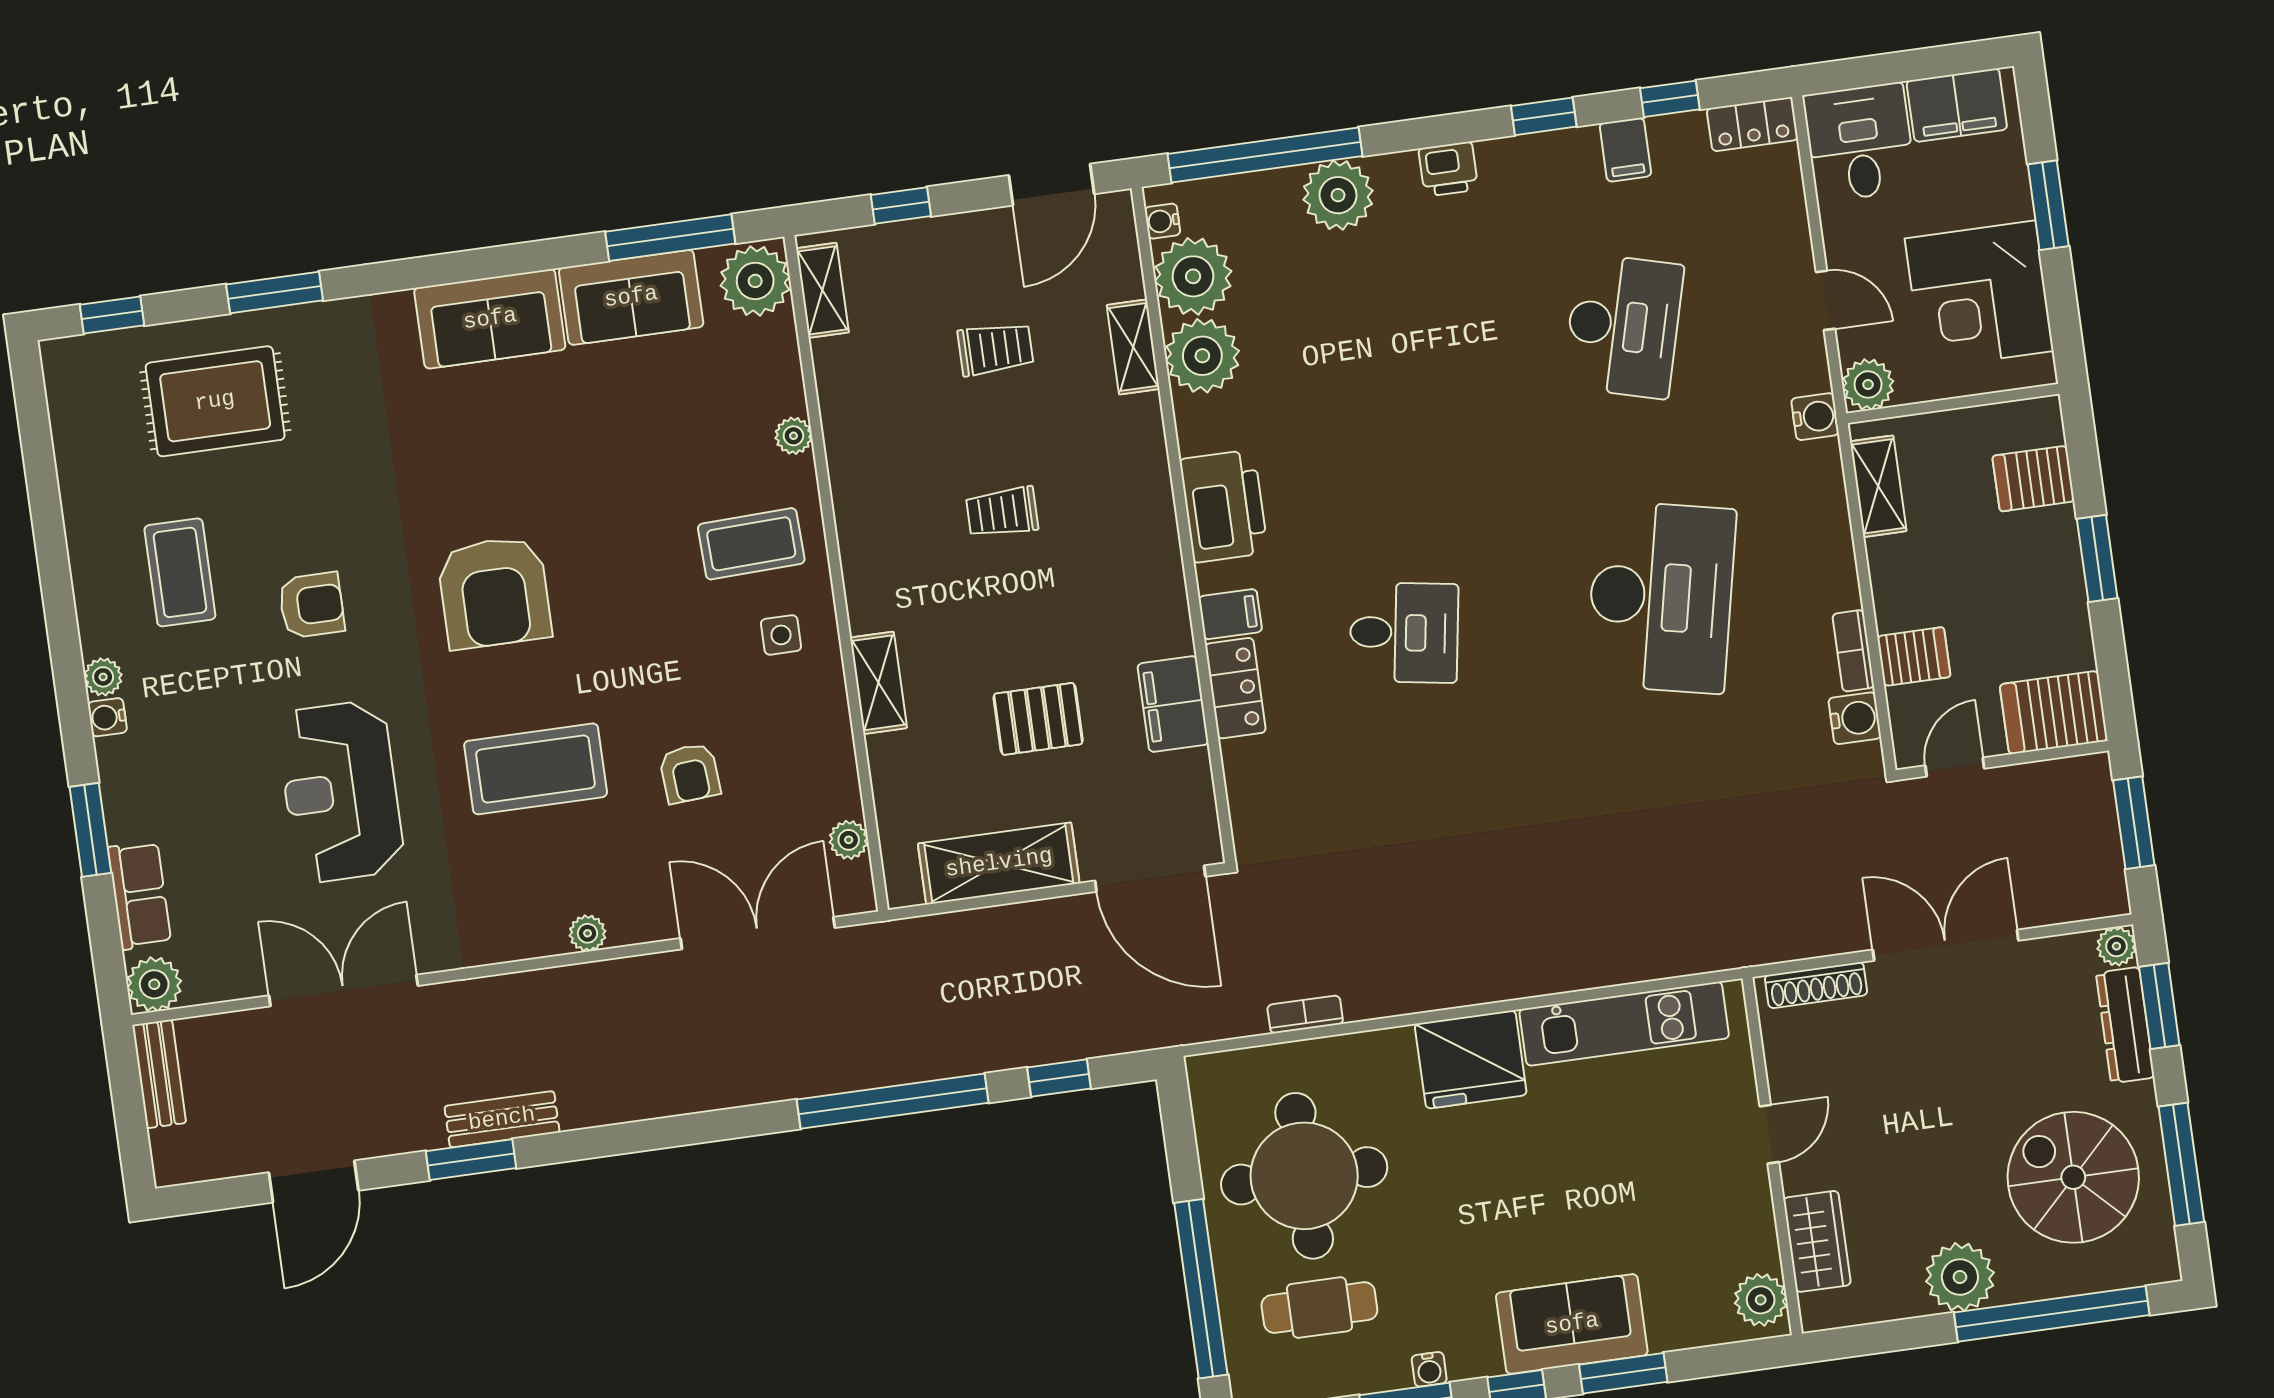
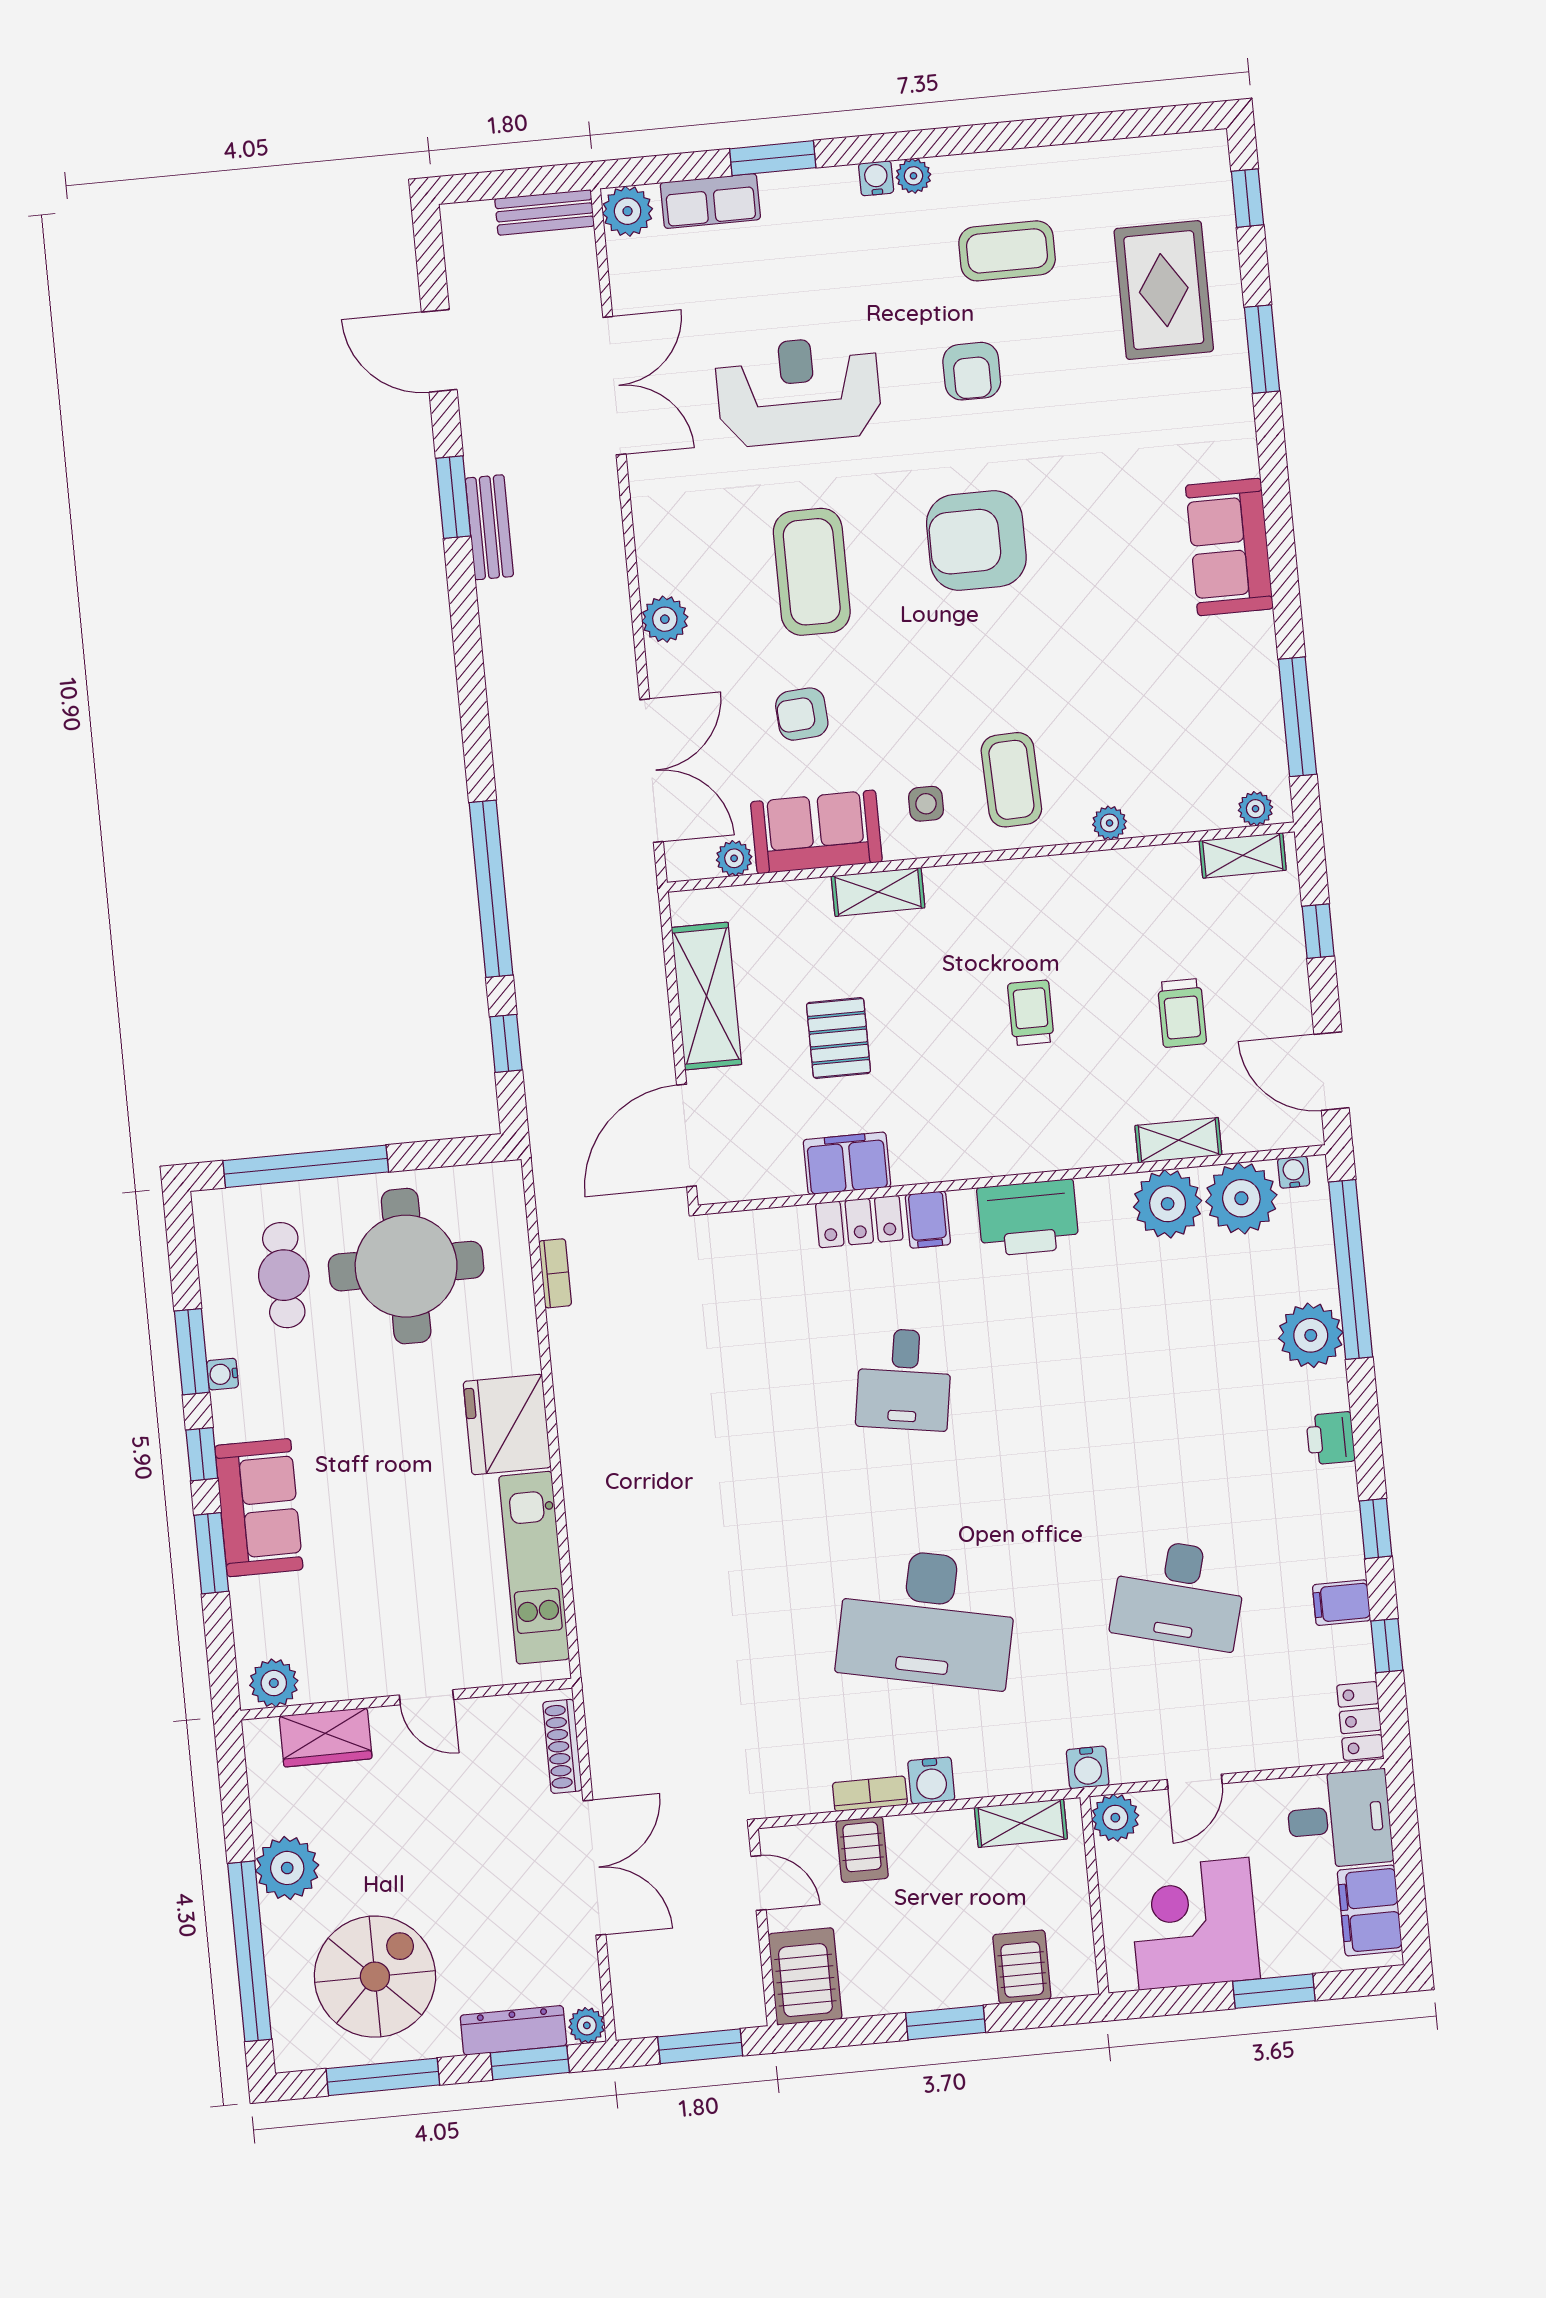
plant: (755, 281) -> (1255, 809), width x0.53, depth x0.53
sofa: (631, 297) -> (816, 832), moved, turned 90
water cooler: (1855, 718) -> (931, 1781), moved
plant: (588, 933) -> (665, 619), width x1.38, depth x1.38

